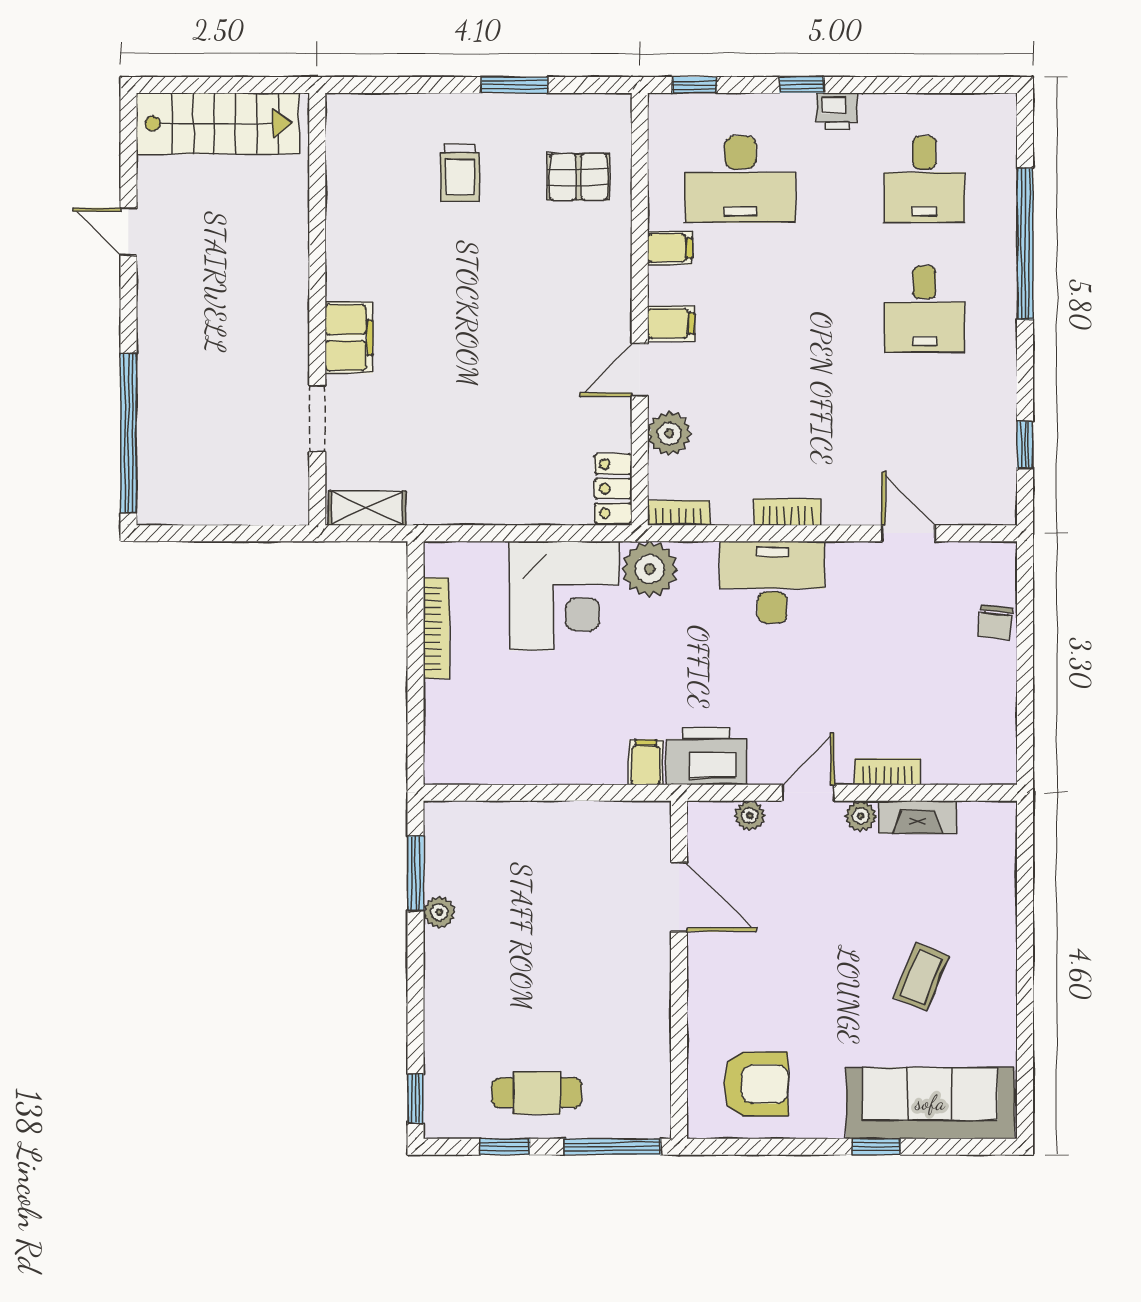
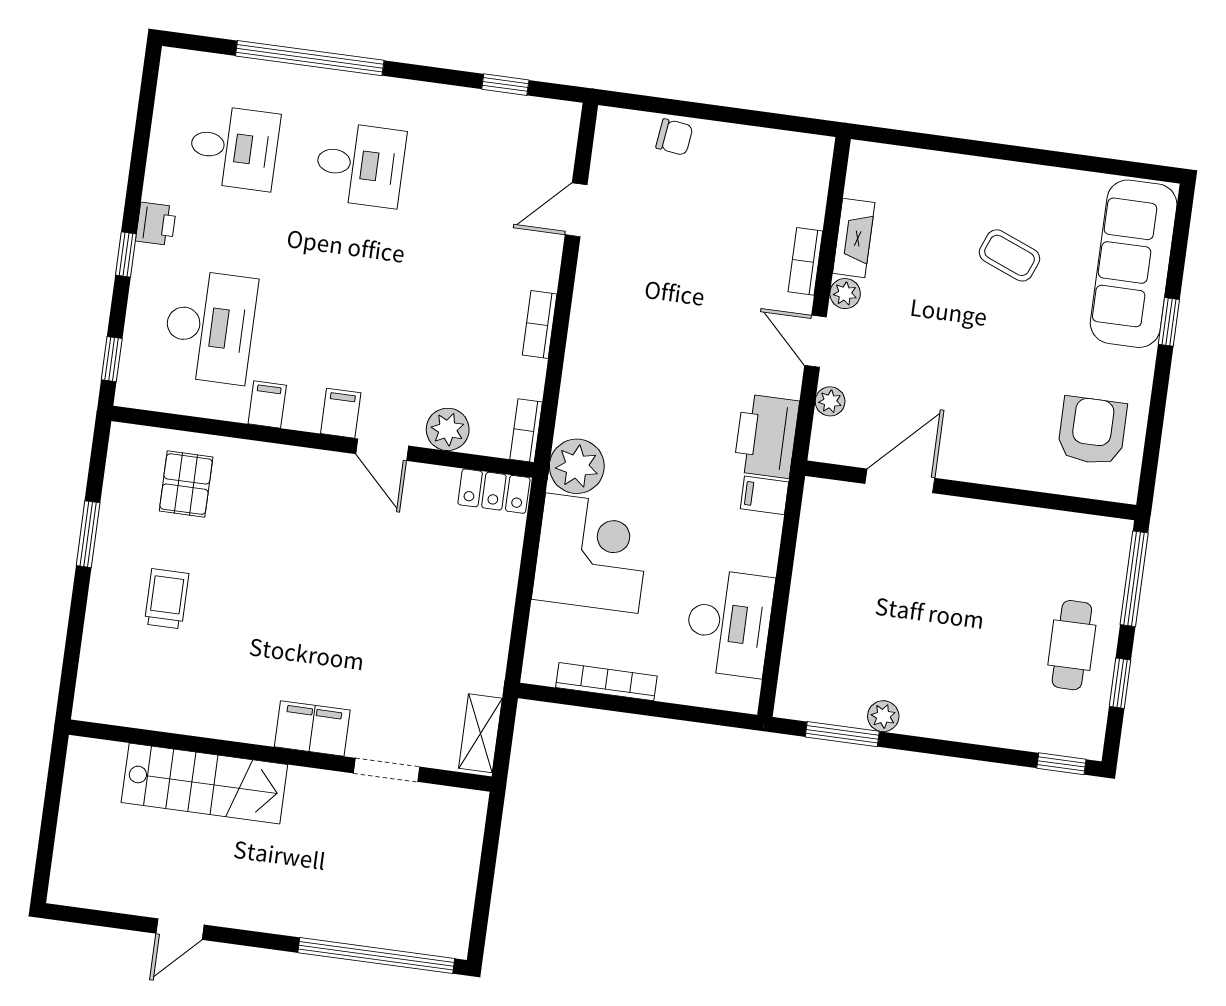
stairs: (218, 123) -> (204, 784), moved, turned 90
trolley: (460, 173) -> (167, 599), turned -90
desk: (772, 582) -> (729, 623), moved, turned 180

